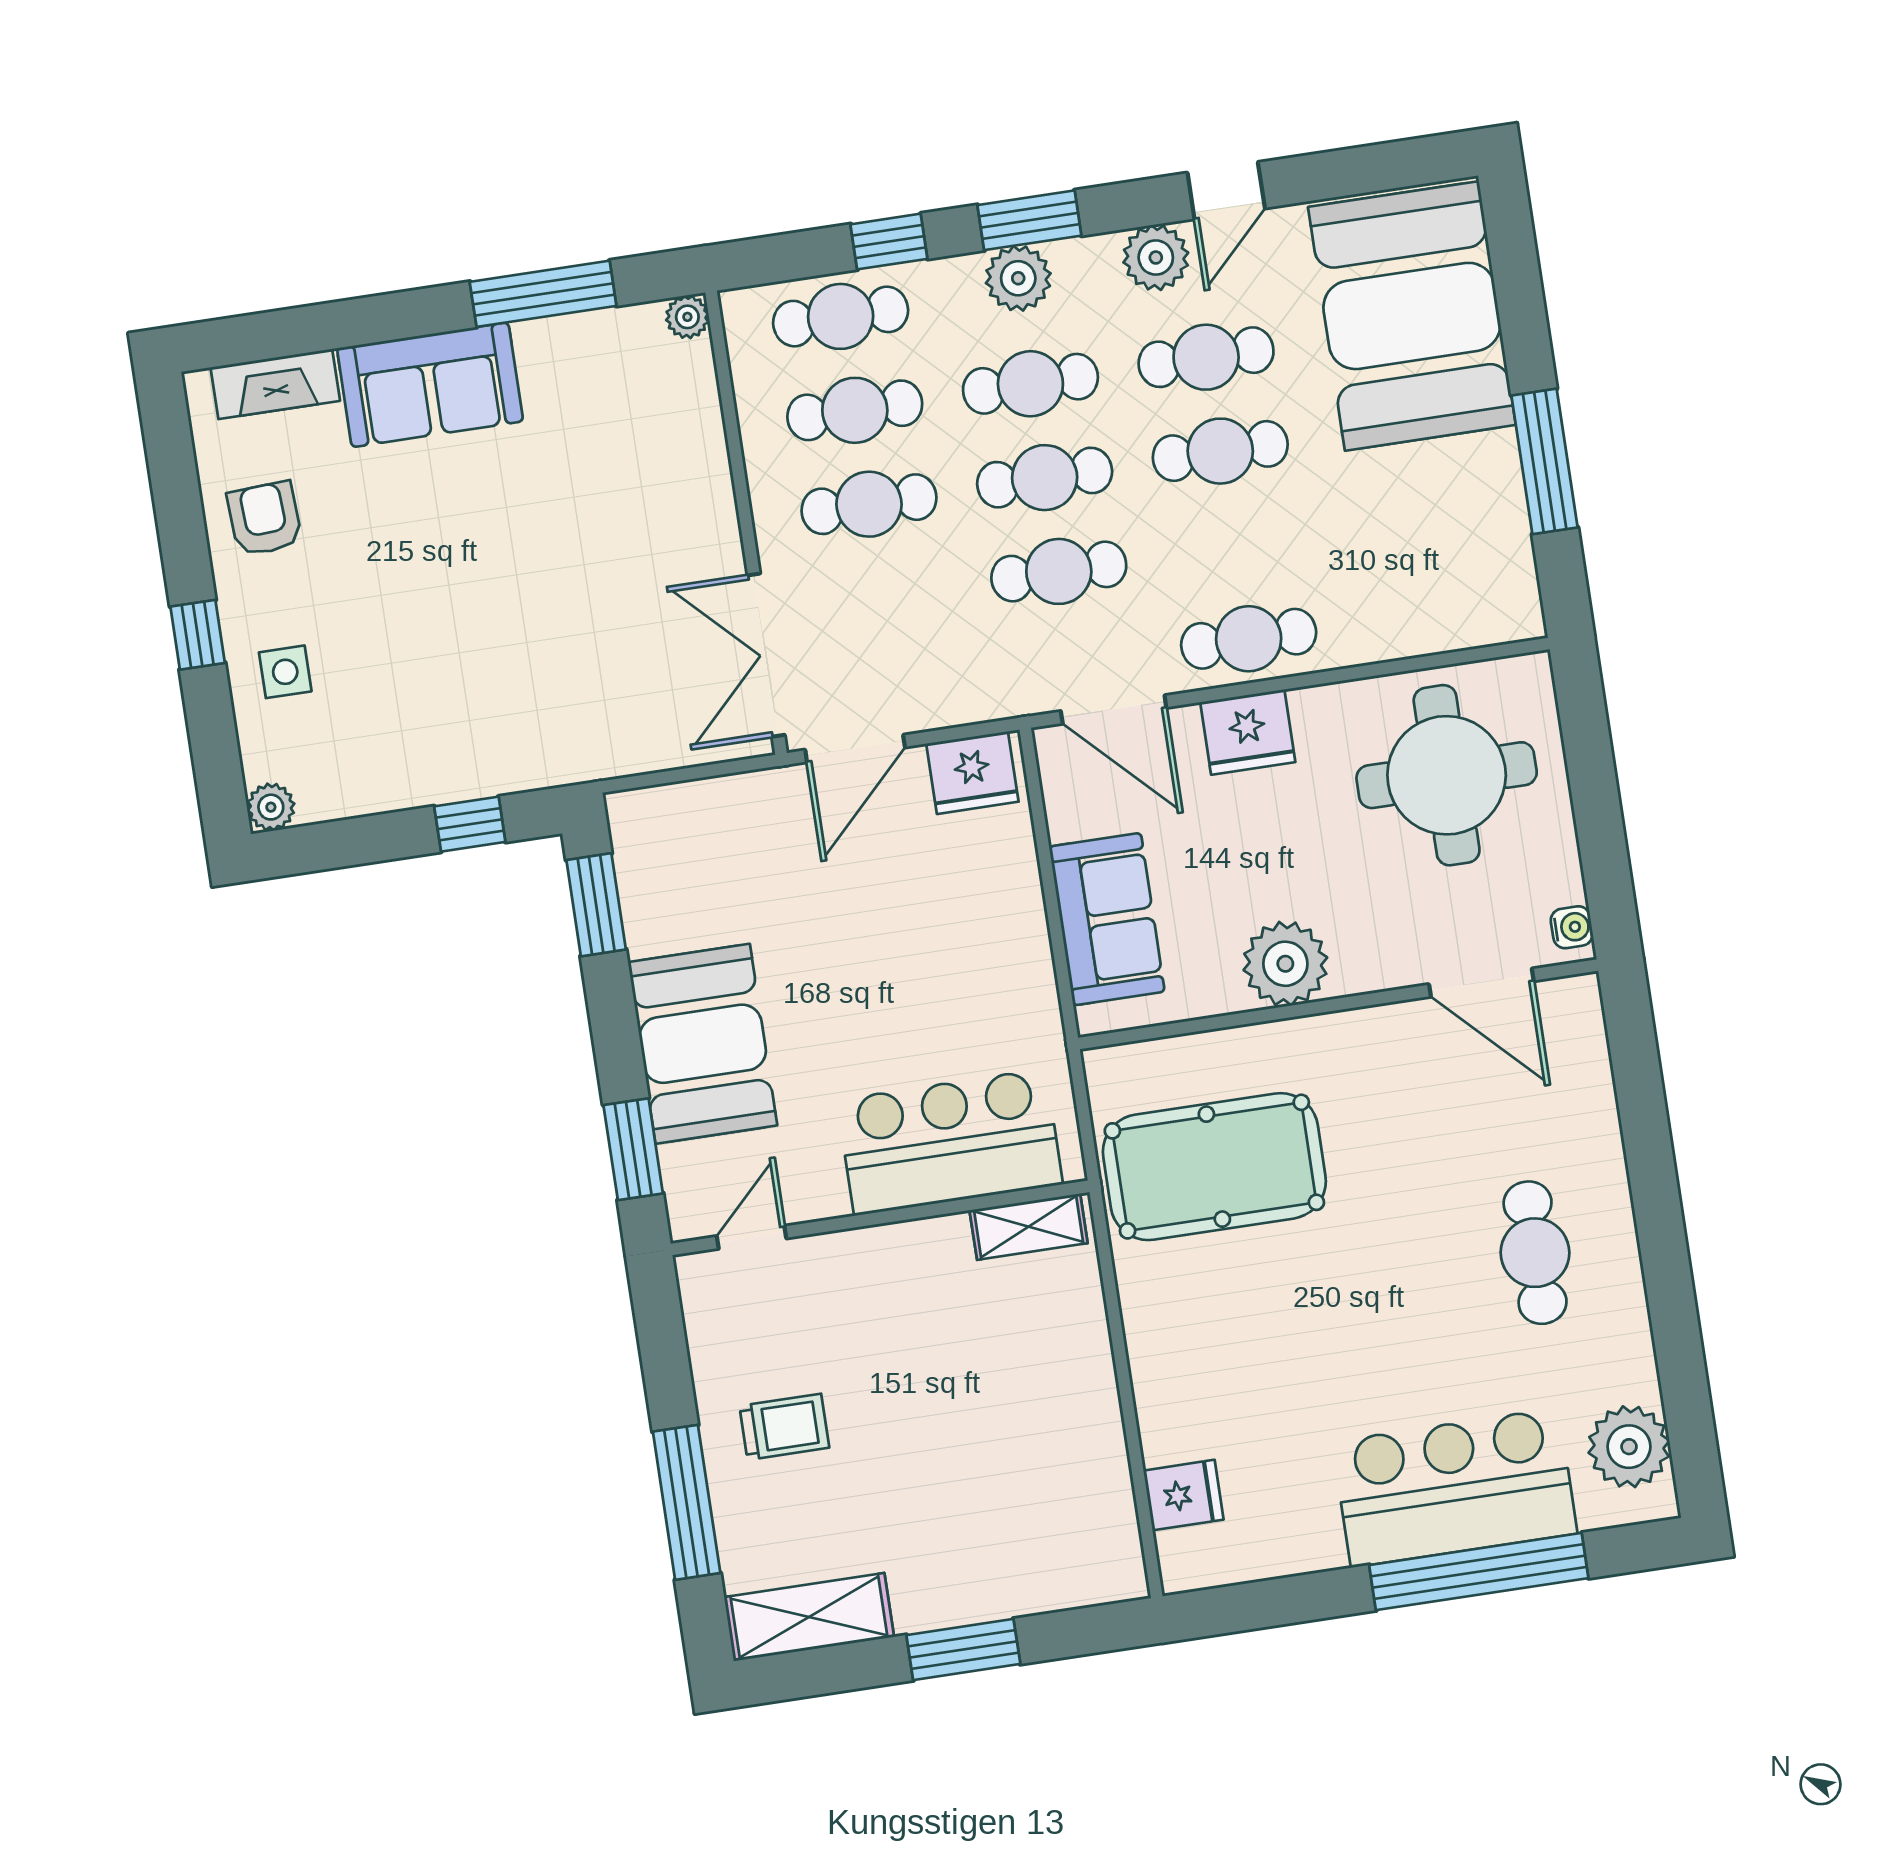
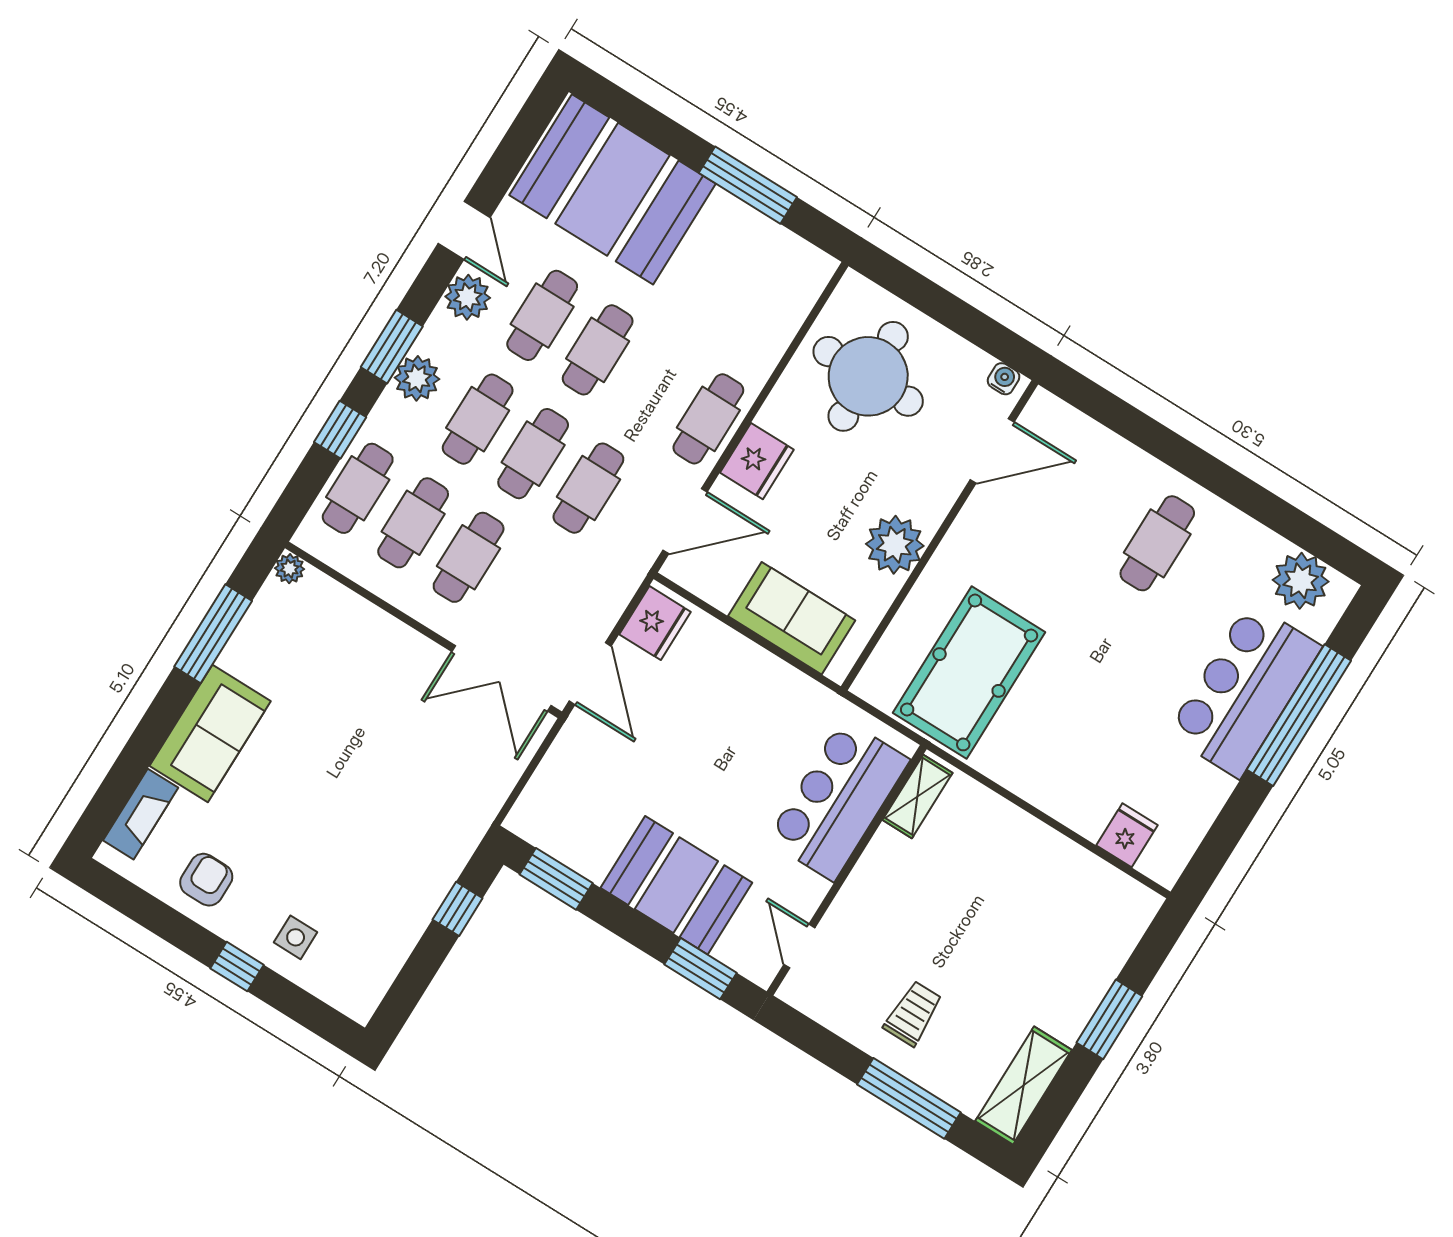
armchair: (265, 519) -> (206, 880), turned 93
plant: (271, 807) -> (360, 1005), removed
cafe table: (1535, 1253) -> (1157, 543), turned 90

